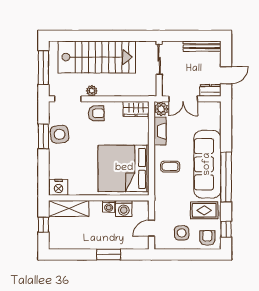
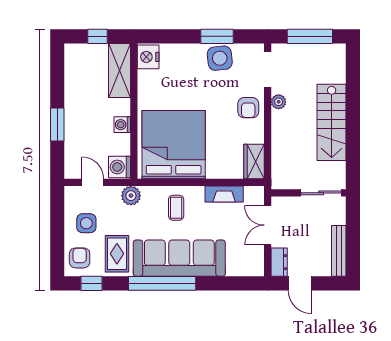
stairs: (97, 57) -> (332, 122), width x0.73, depth x0.66
plant: (161, 109) -> (131, 196), moved
washing machine: (124, 209) -> (119, 167), moved
armchair: (207, 238) -> (80, 258), turned -90

